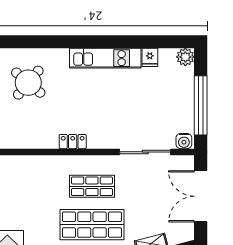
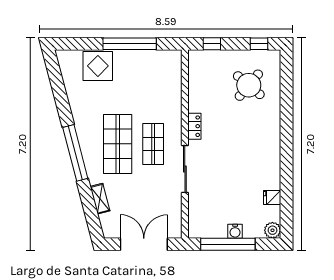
kitchen unit: (105, 58) -> (271, 156), removed
water cooler: (184, 141) -> (235, 231), moved, turned -90
sliding door: (145, 152) -> (185, 169), moved

